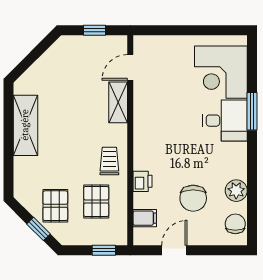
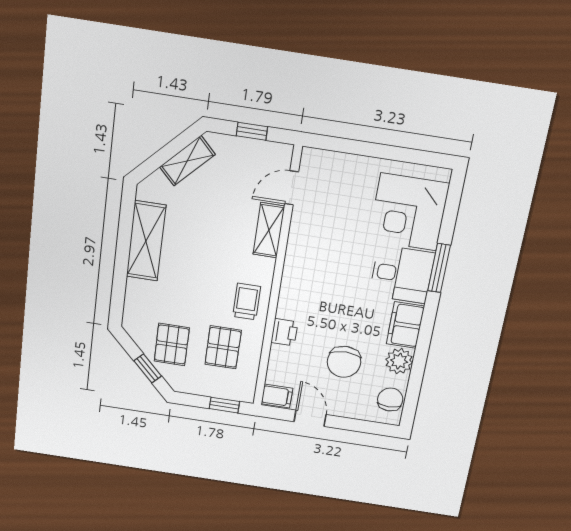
shelving: (50, 59) -> (187, 161), added
filing cabinet: (235, 160) -> (405, 325), added
filing cabinet: (145, 218) -> (277, 396), moved
door: (174, 250) -> (310, 418), hinge flipped

